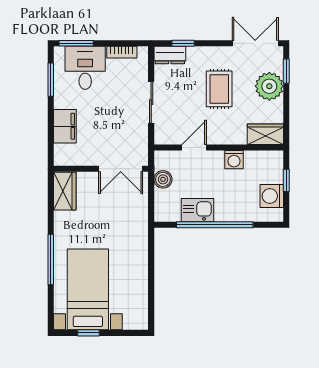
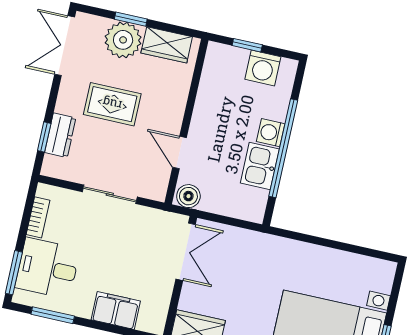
dresser: (170, 55) -> (60, 135), moved
window: (286, 71) -> (131, 19), moved
wardrobe: (265, 134) -> (167, 45), moved, turned -90
washing machine: (234, 160) -> (271, 133), moved, turned 180
boiler: (163, 179) -> (188, 196), moved

